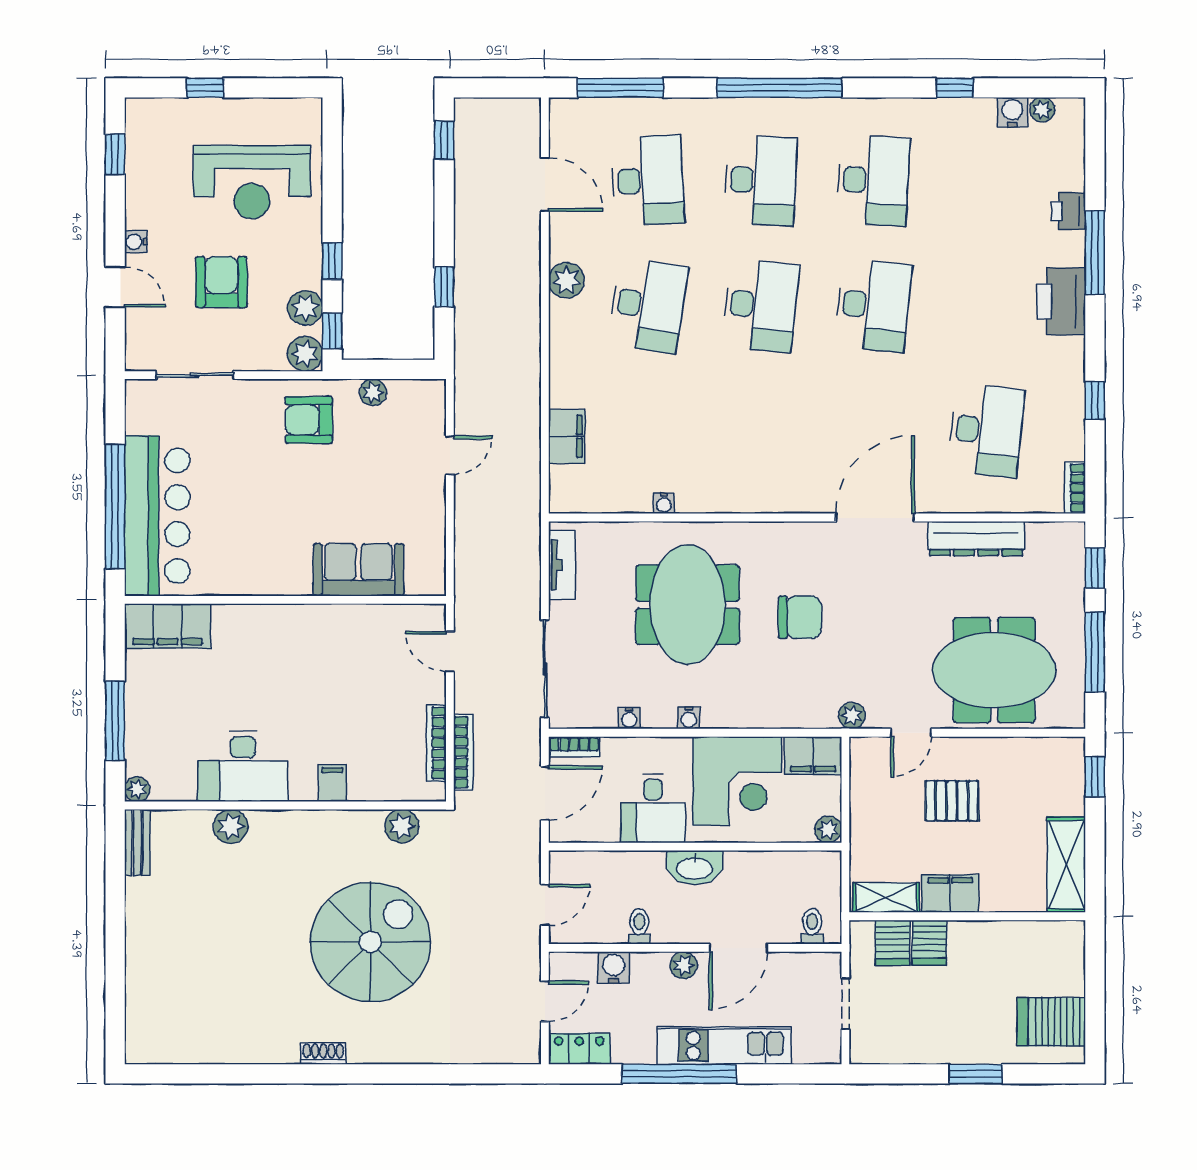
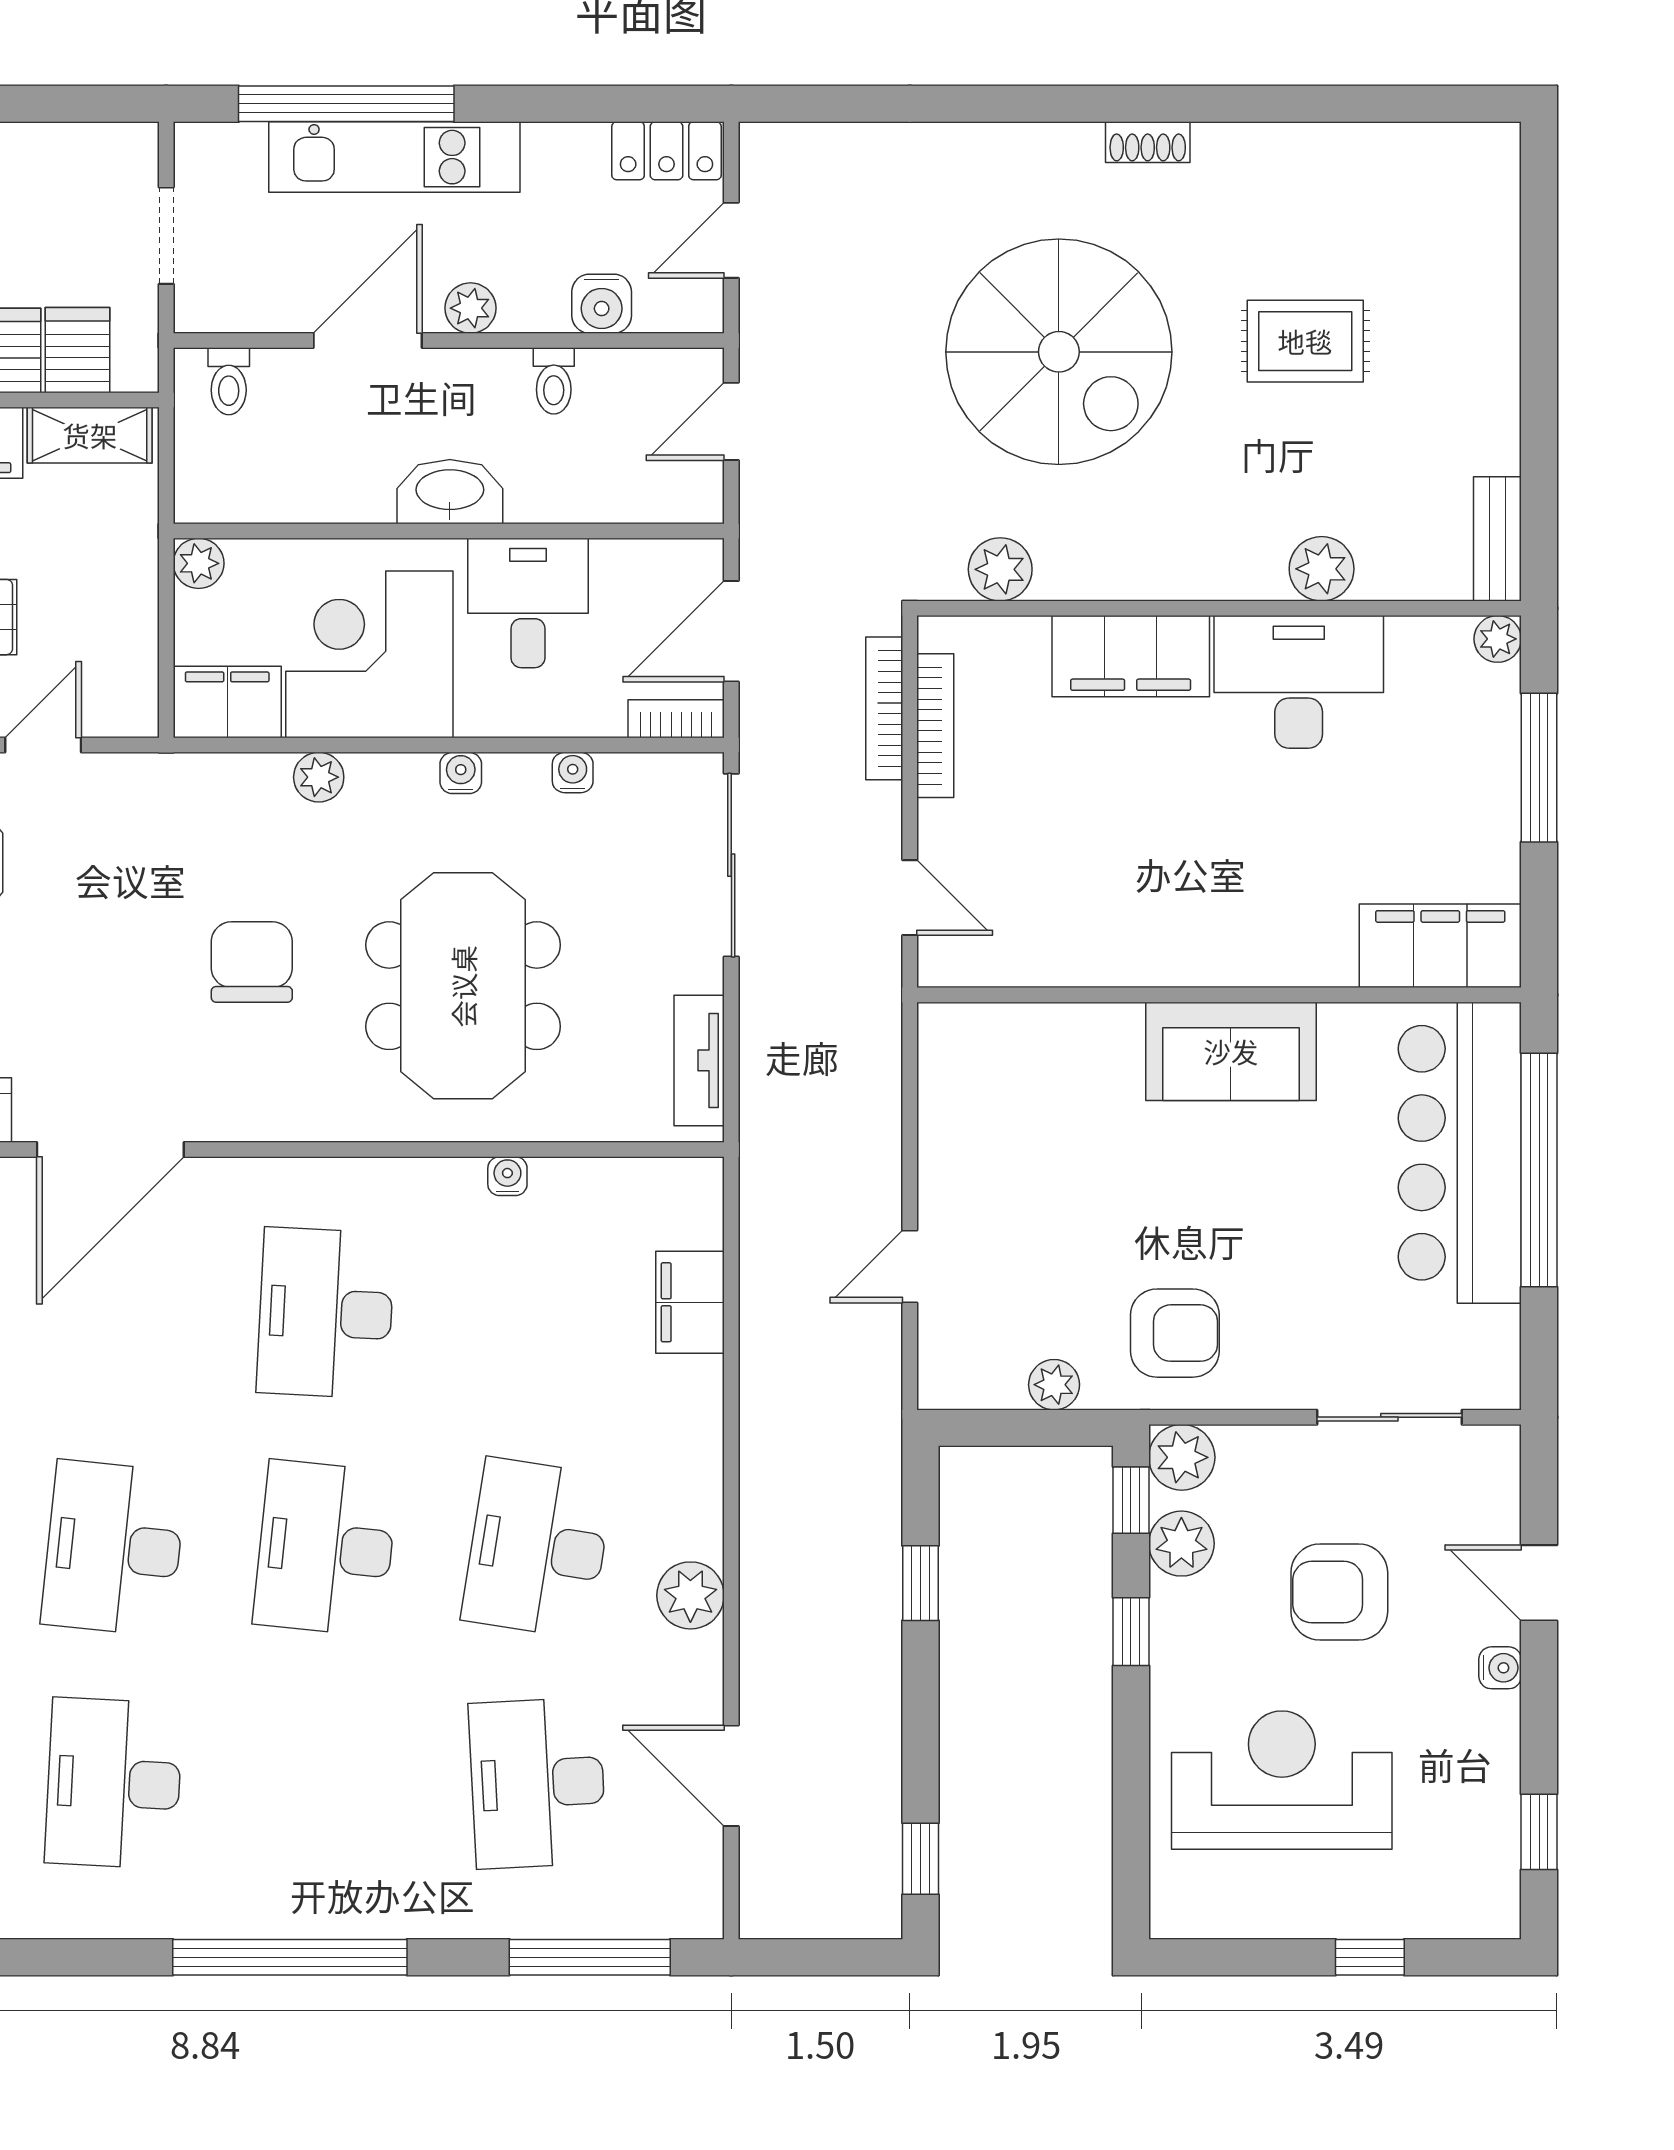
desk: (761, 180) -> (326, 1313), moved
armchair: (221, 282) -> (1339, 1592), turned 90
sofa: (358, 570) -> (1231, 1051), moved
chair: (800, 617) -> (252, 962), turned 90
plant: (852, 716) -> (319, 777), moved
filing cabinet: (332, 783) -> (1131, 656), width x3.00, depth x1.17
spiral stairs: (371, 942) -> (1059, 352), turned -90
rug: (239, 948) -> (1305, 341), added
window: (679, 1074) -> (346, 104), moved

